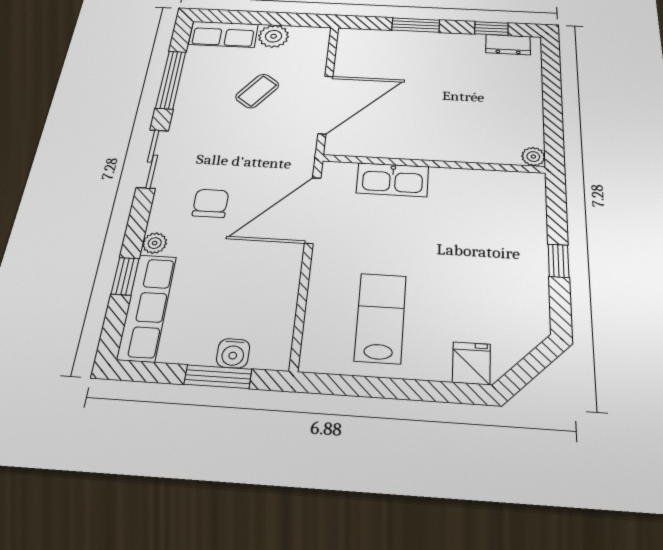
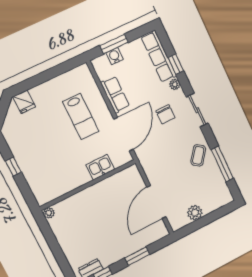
row of seats: (223, 34) -> (115, 95), moved, turned 90
coffee table: (257, 91) -> (198, 155), moved
door: (325, 105) -> (156, 202), moved
sliding door: (153, 159) -> (197, 110), moved
kitchen sink: (393, 180) -> (100, 167), width x0.73
lab bench: (380, 318) -> (81, 116), moved

